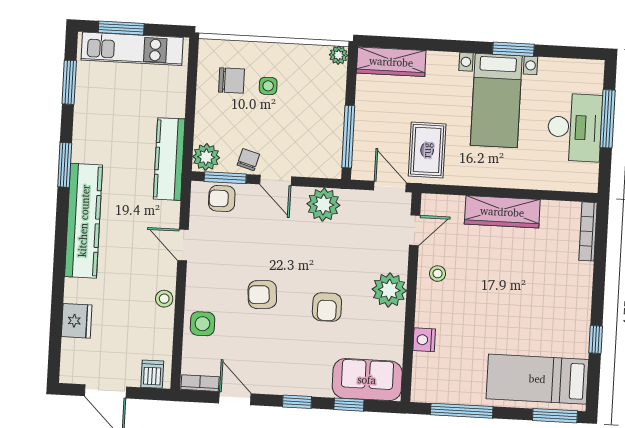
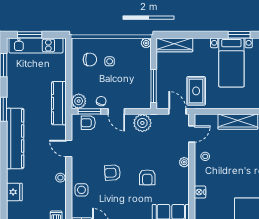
plant: (389, 290) -> (184, 162), width x0.53, depth x0.53

